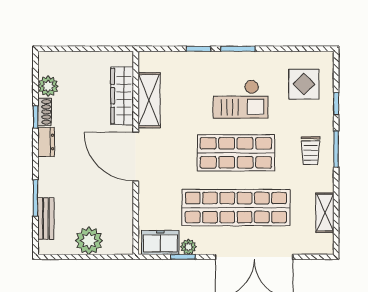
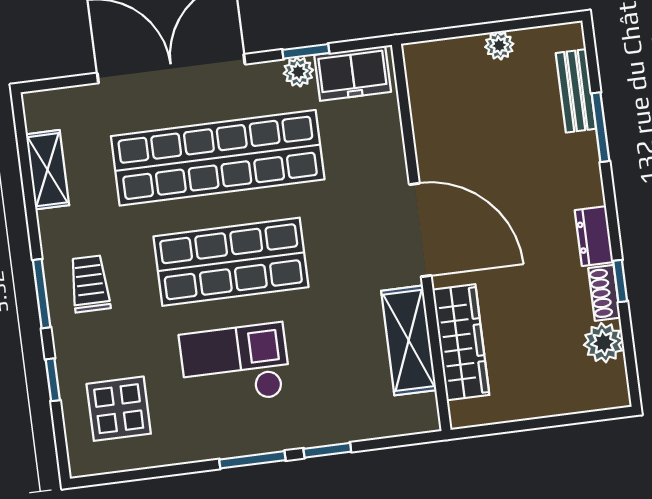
plant: (89, 241) -> (499, 45), width x0.53, depth x0.53

